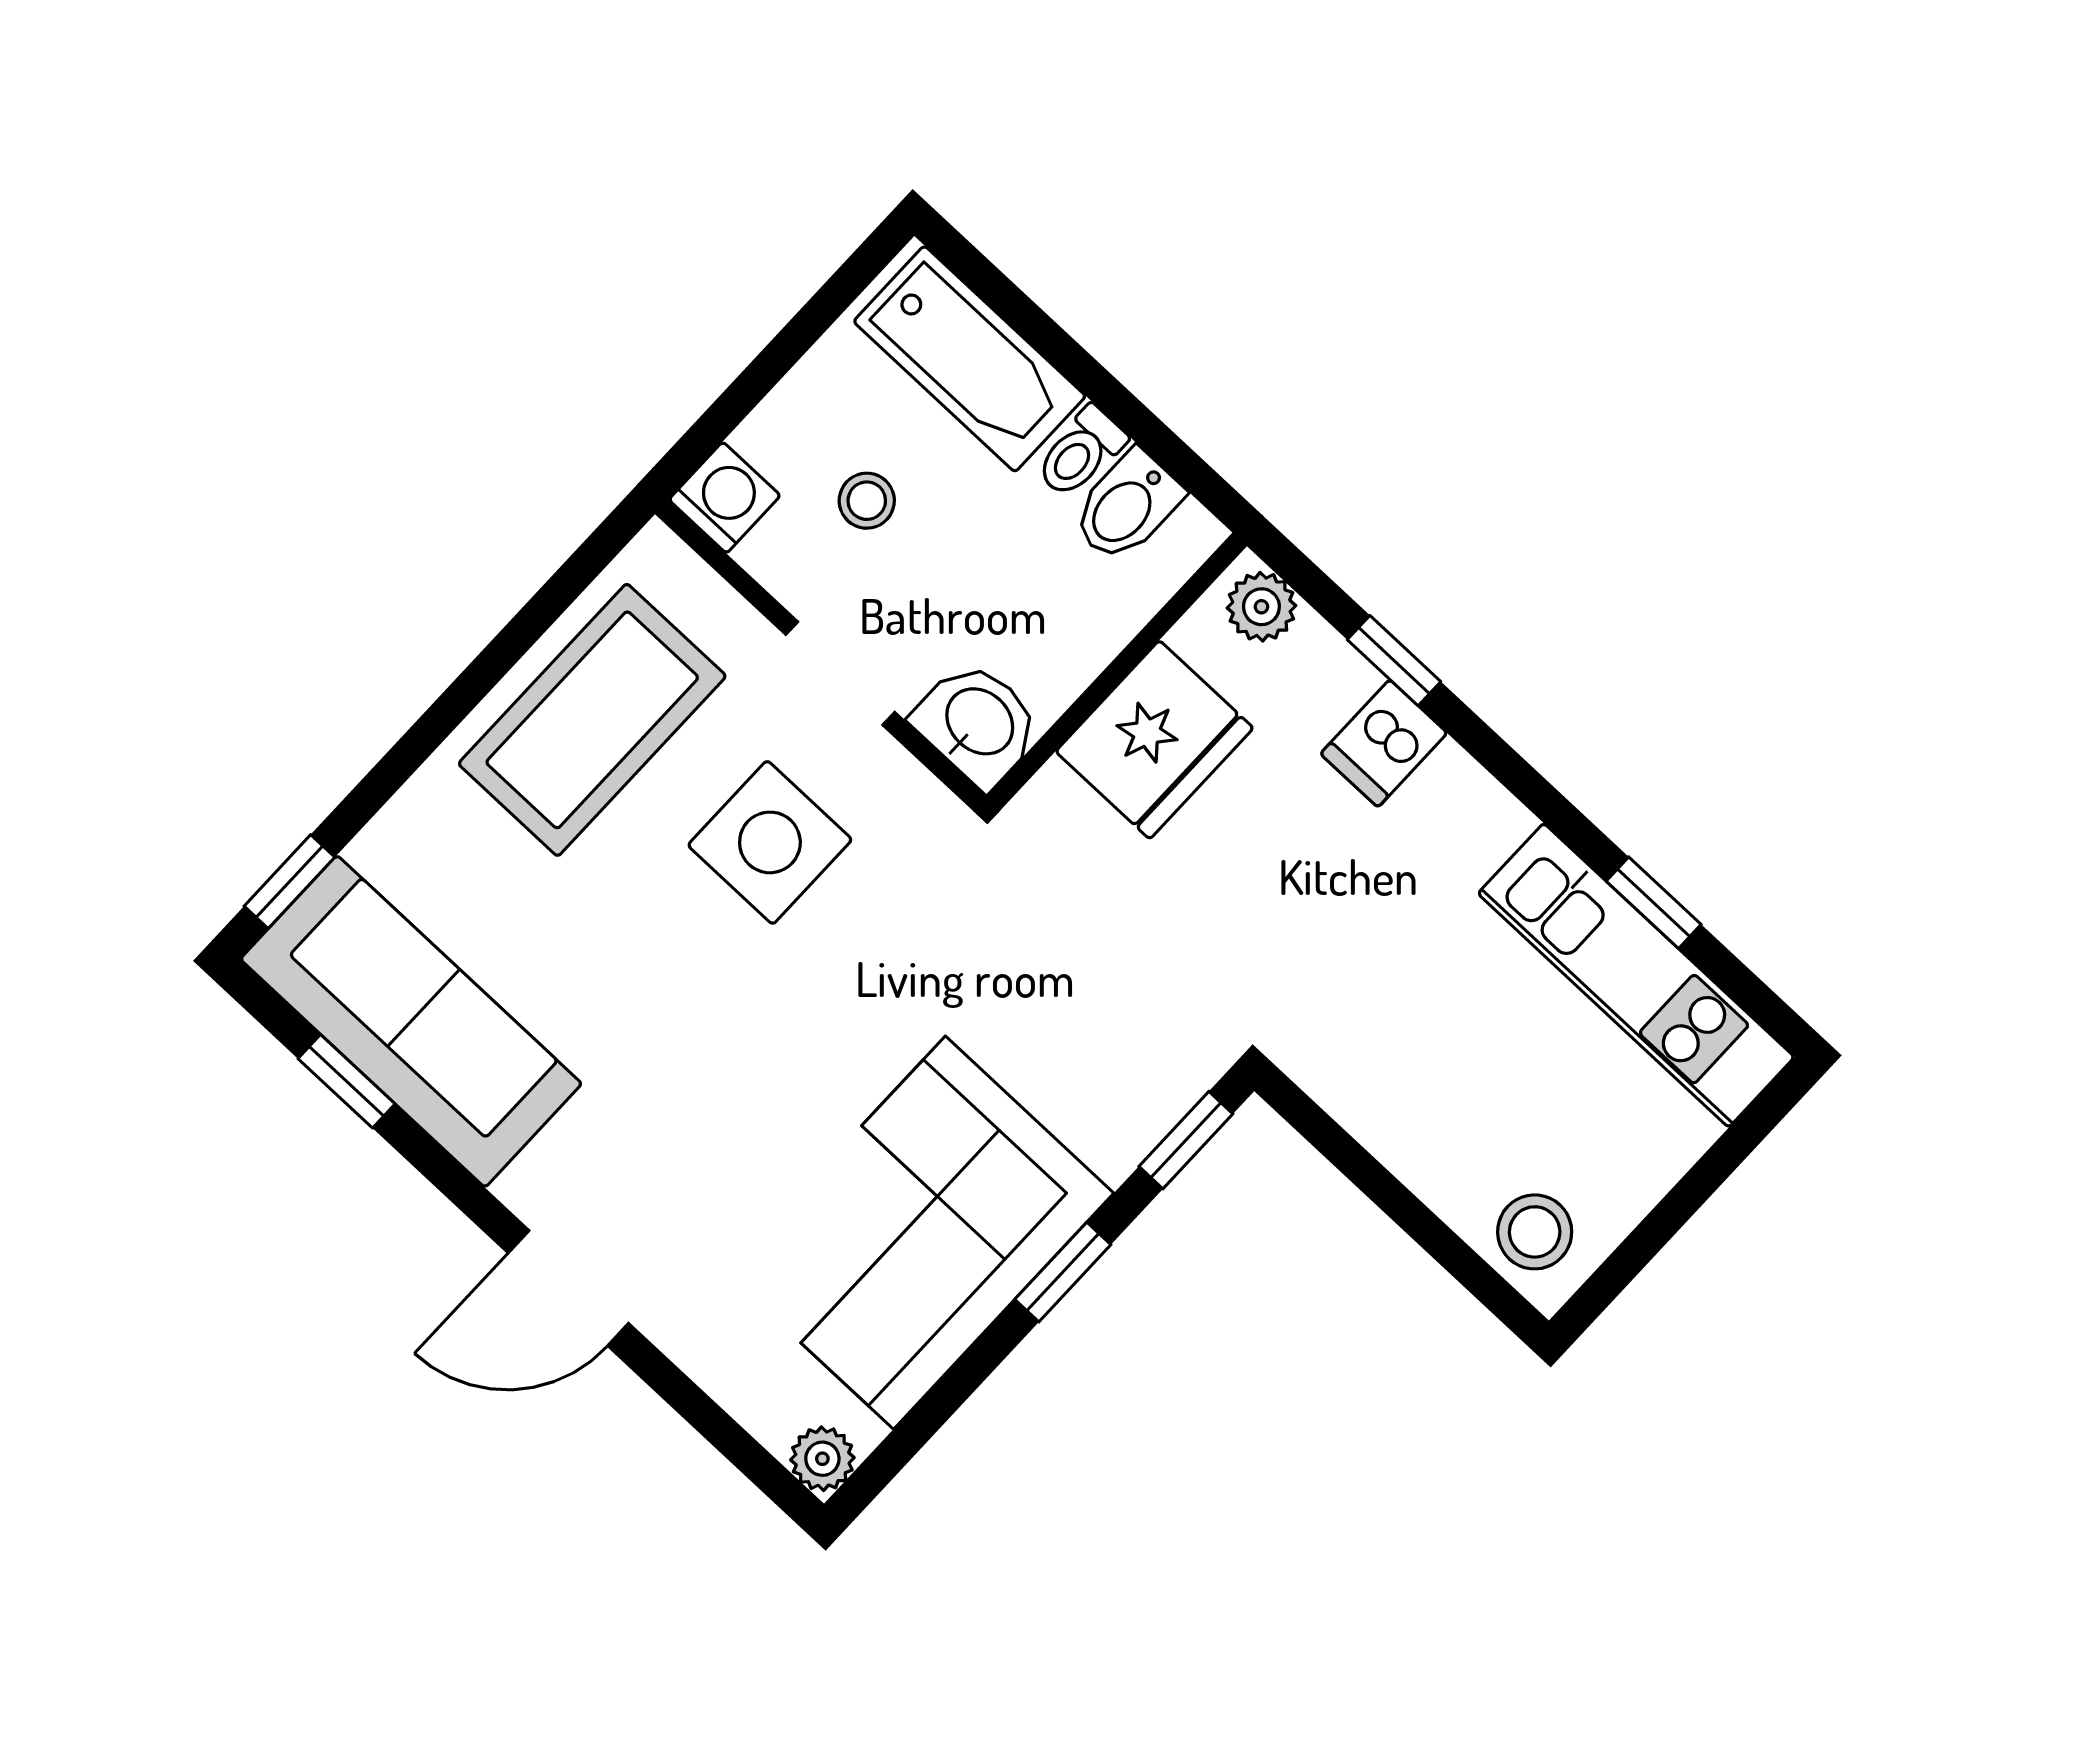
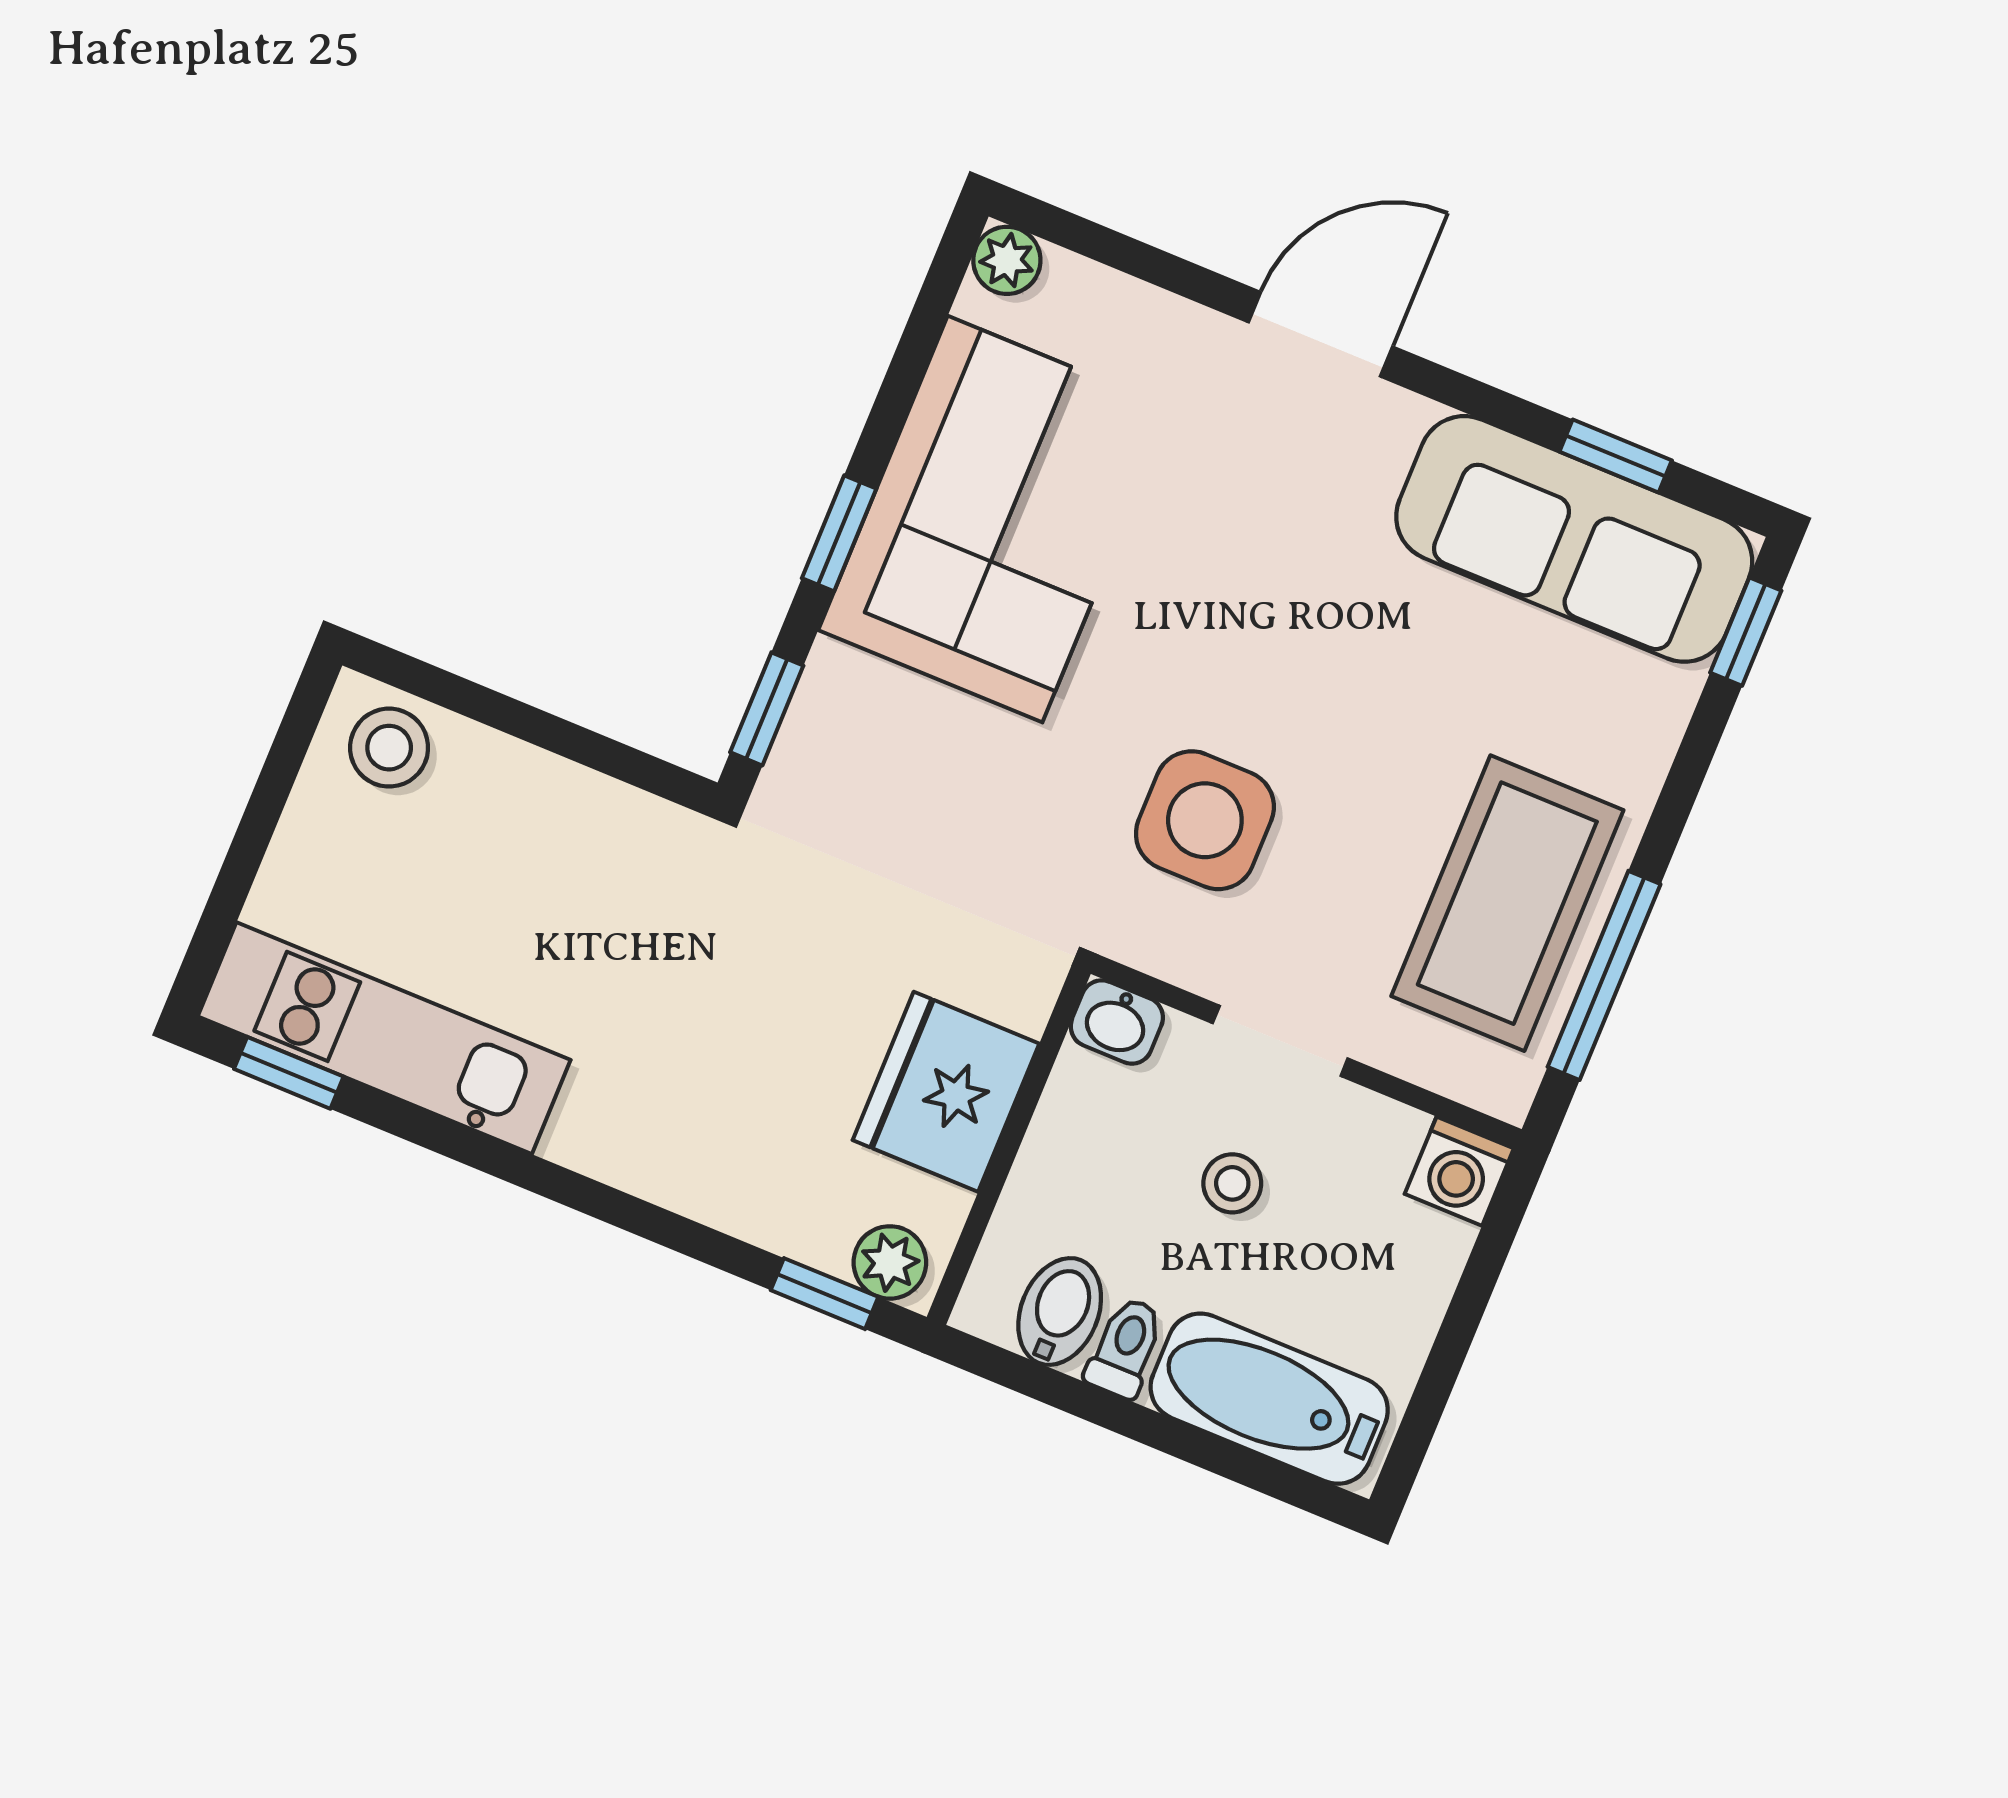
stool: (867, 501) -> (1232, 1183), moved
window: (530, 623) -> (1604, 975), added
window: (1394, 661) -> (824, 1294), moved
washbasin: (978, 723) -> (1117, 1022), width x0.72, depth x0.69
dishwasher: (1384, 743) -> (719, 1173), removed
side table: (770, 842) -> (1205, 820), moved
window: (1654, 903) -> (289, 1073), moved

